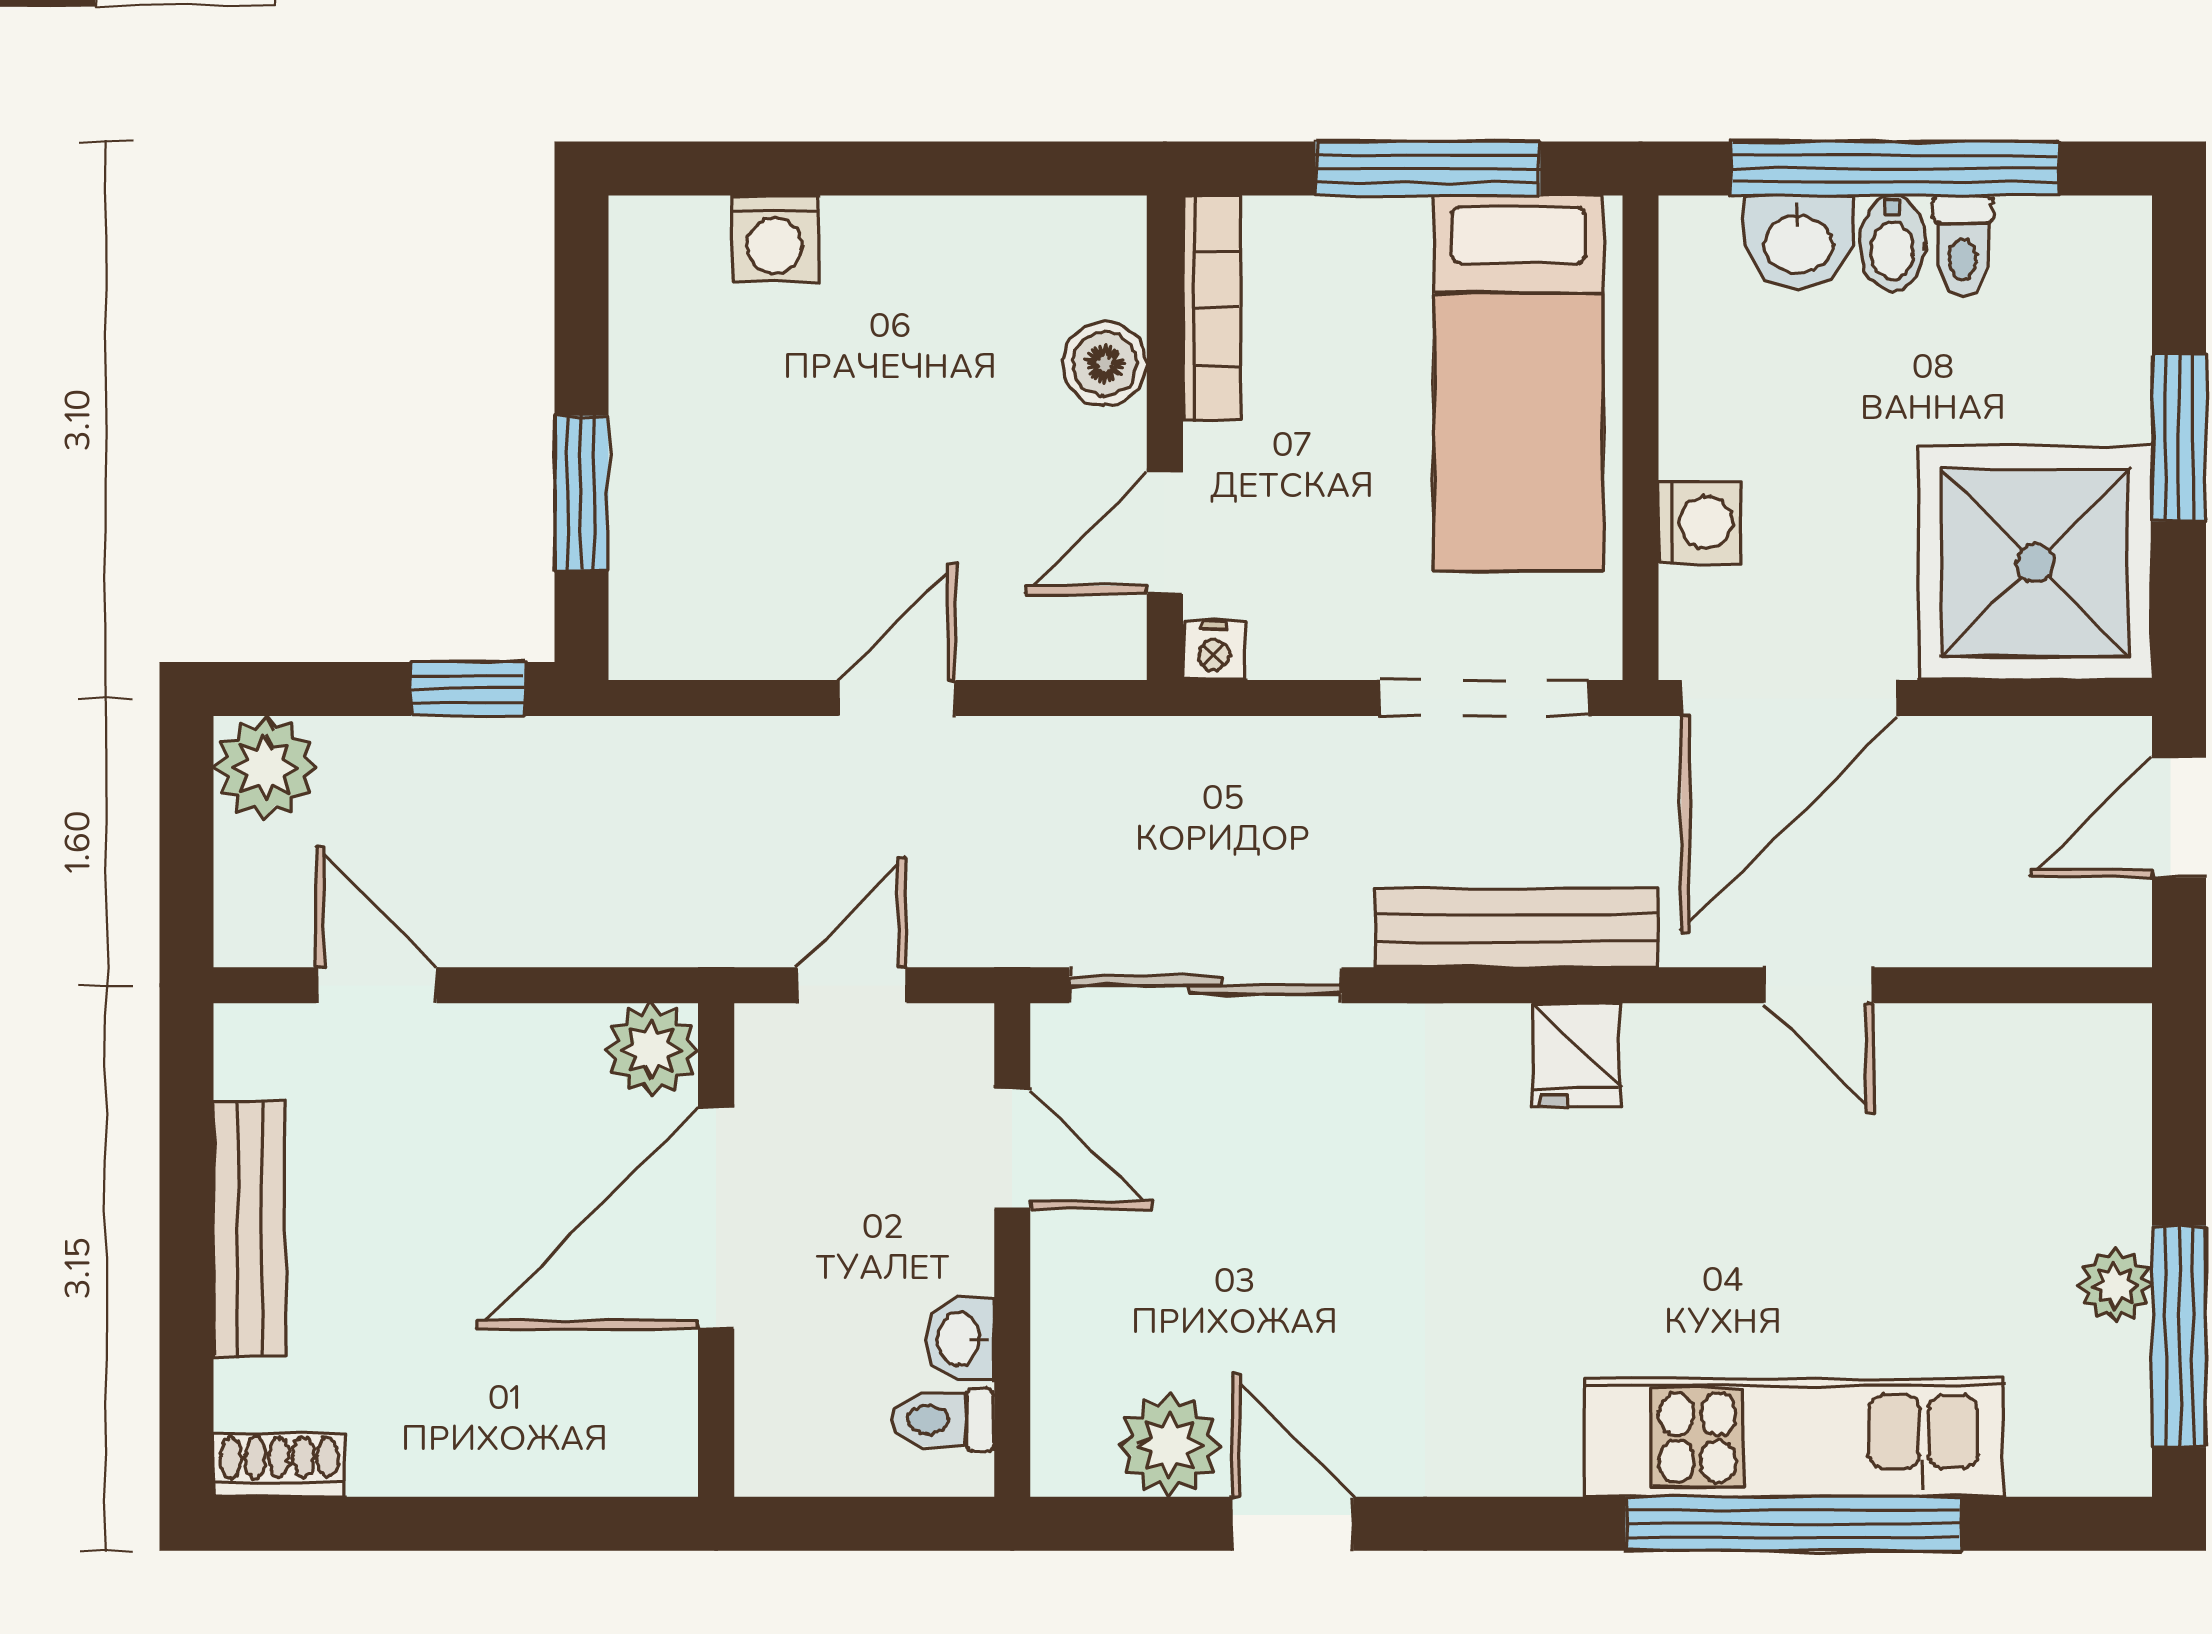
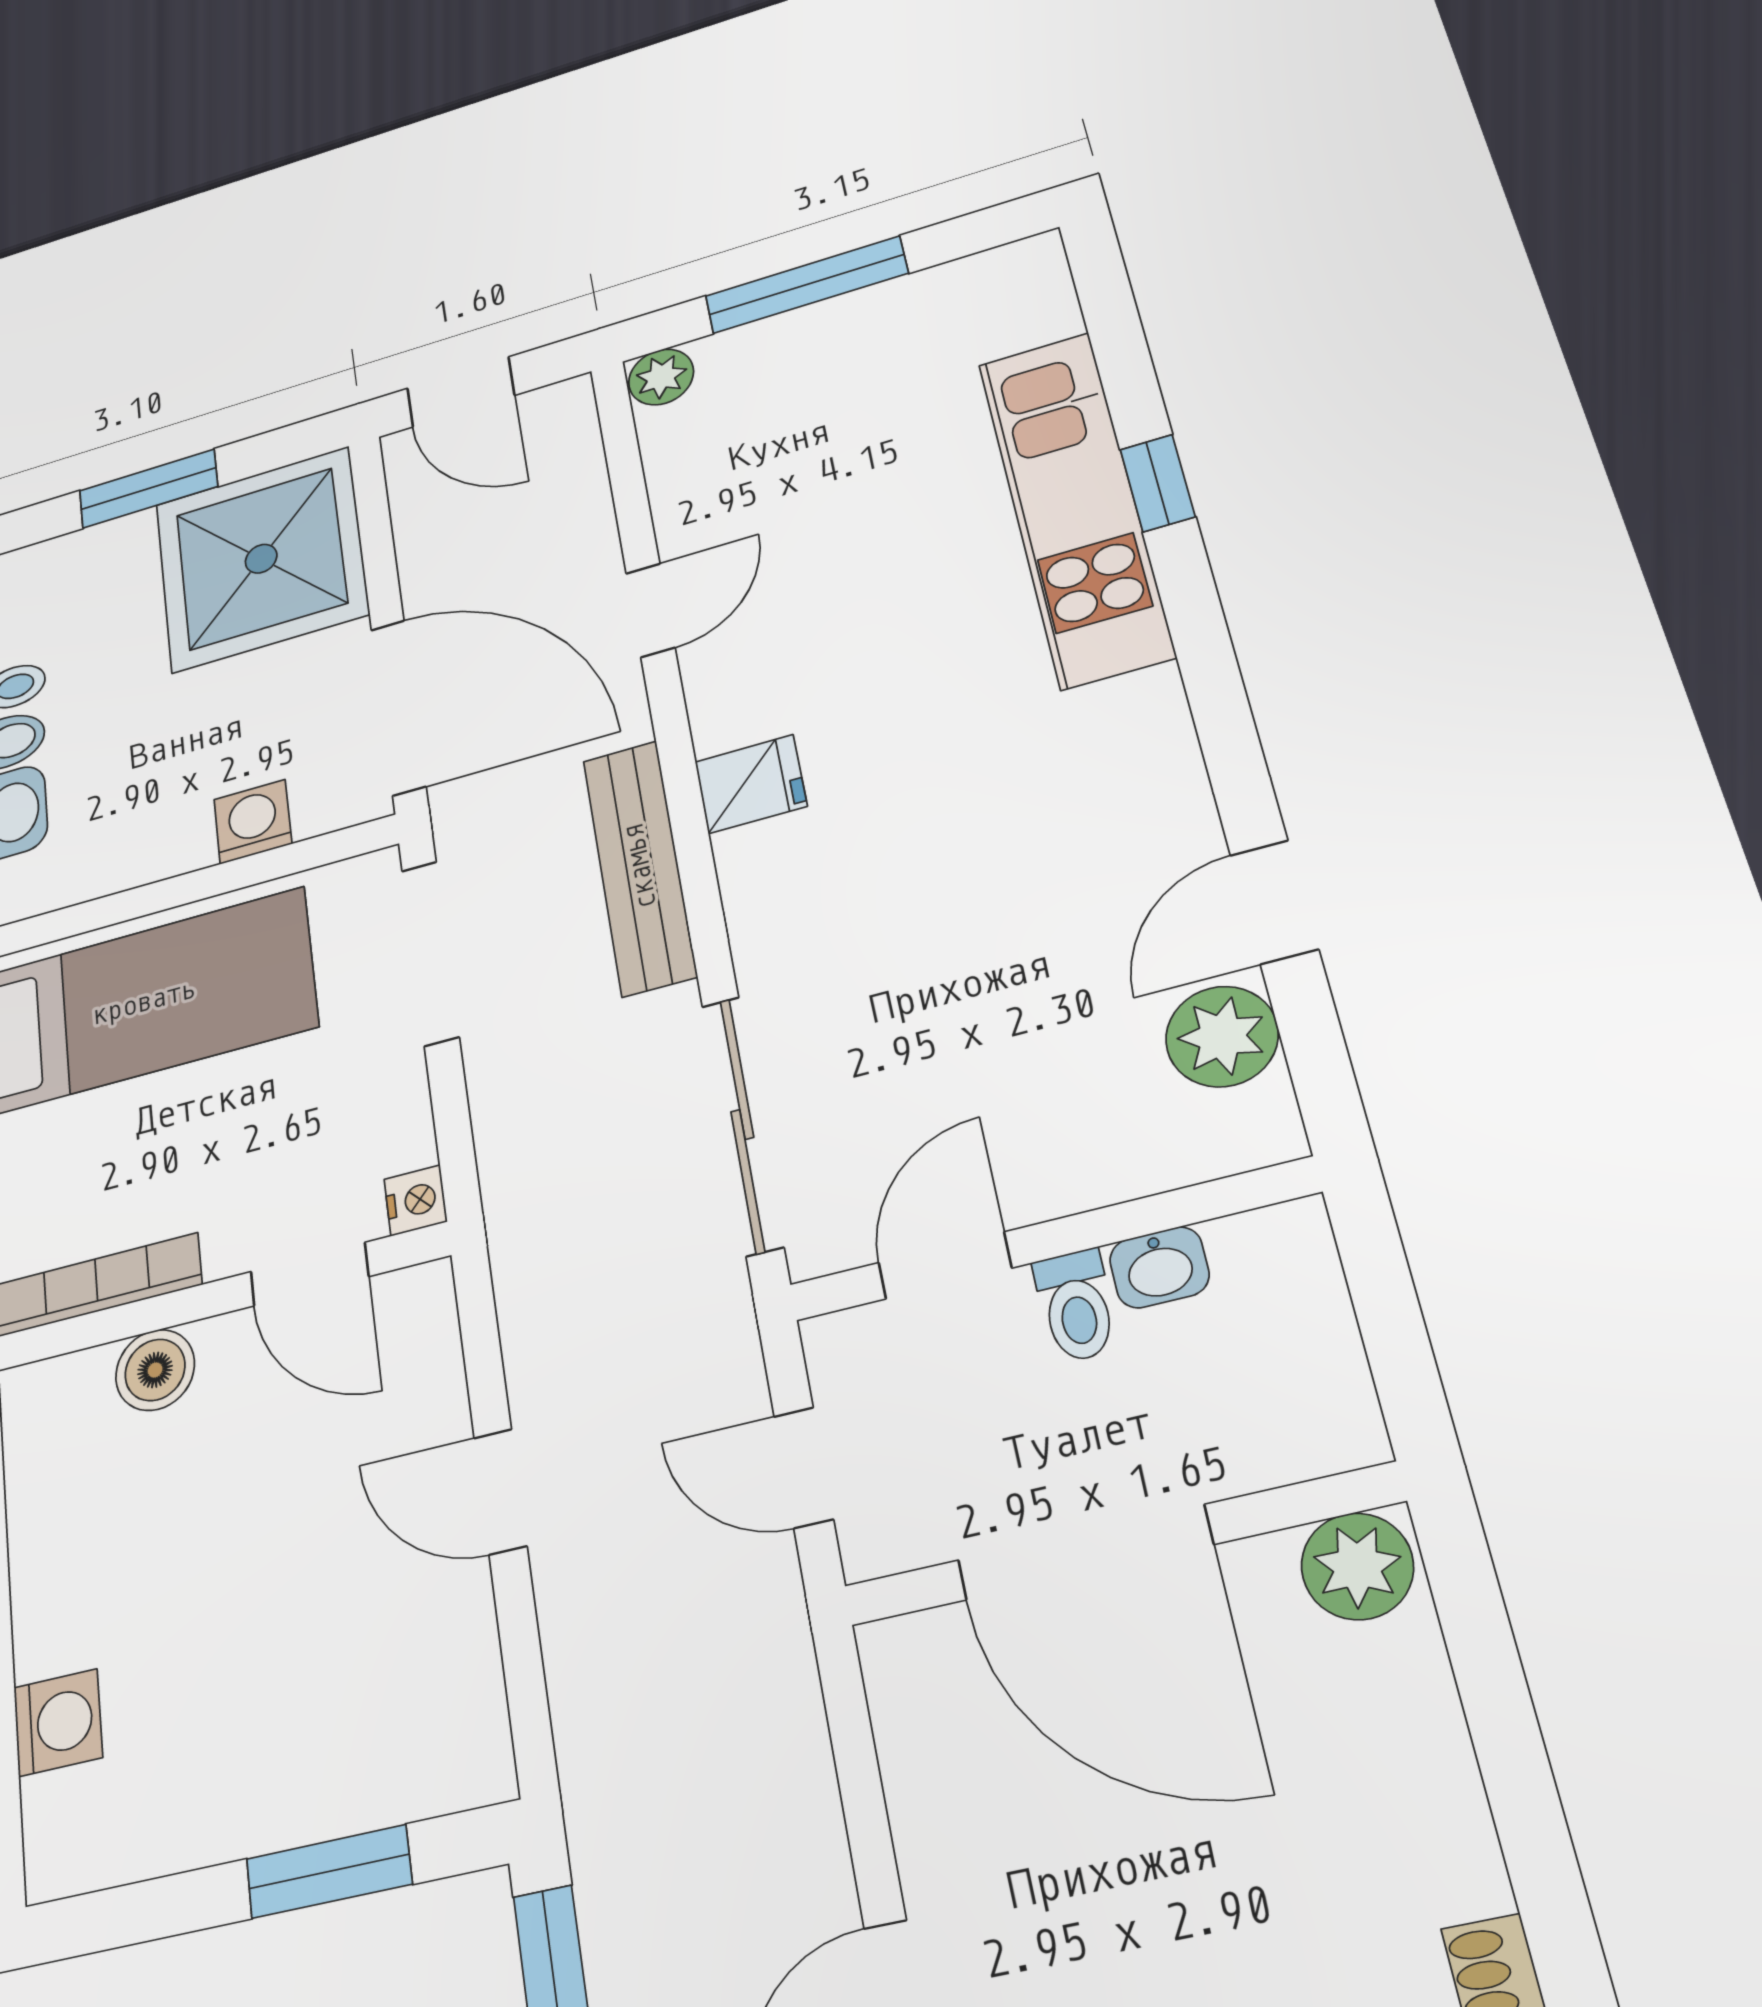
plant: (651, 1050) -> (1357, 1566), moved
plant: (2115, 1285) -> (661, 377), moved
window: (2179, 1336) -> (806, 285), moved
toilet: (943, 1420) -> (1076, 1306), moved
window: (1794, 1524) -> (1158, 483), width x0.32

